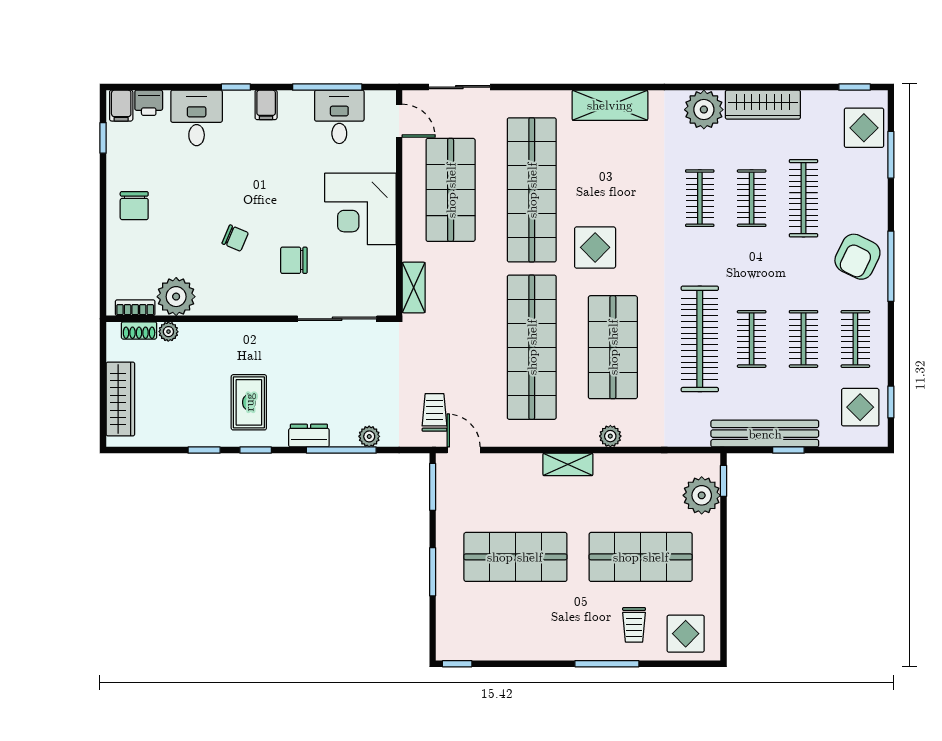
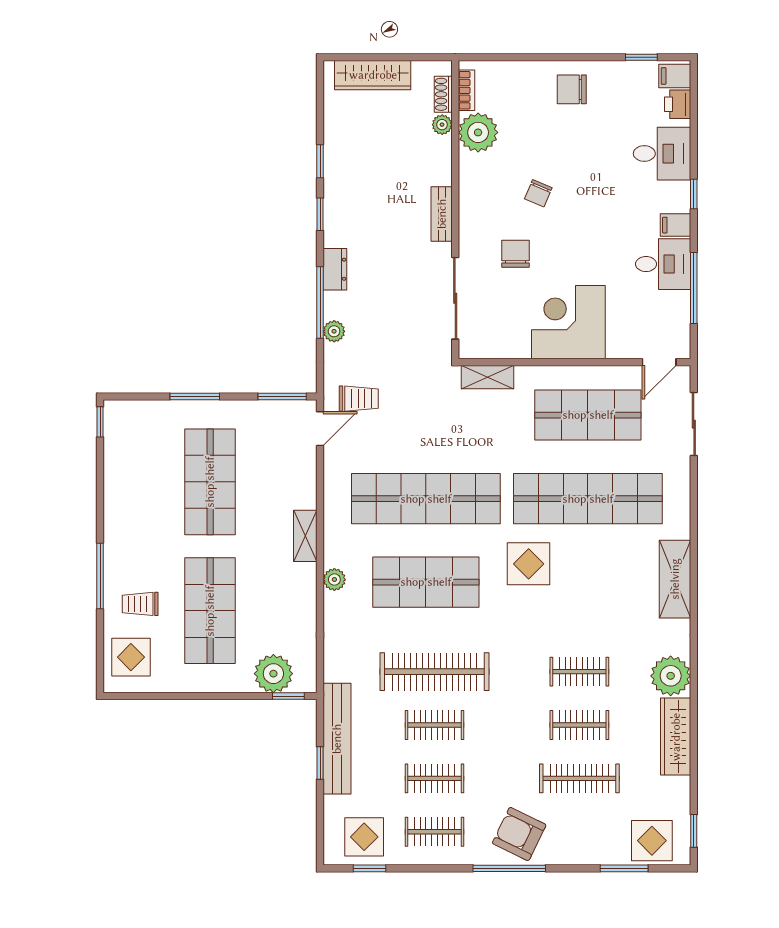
desk: (339, 117) -> (663, 264), moved
bench: (255, 332) -> (442, 214), added
rug: (249, 402) -> (369, 207), removed

